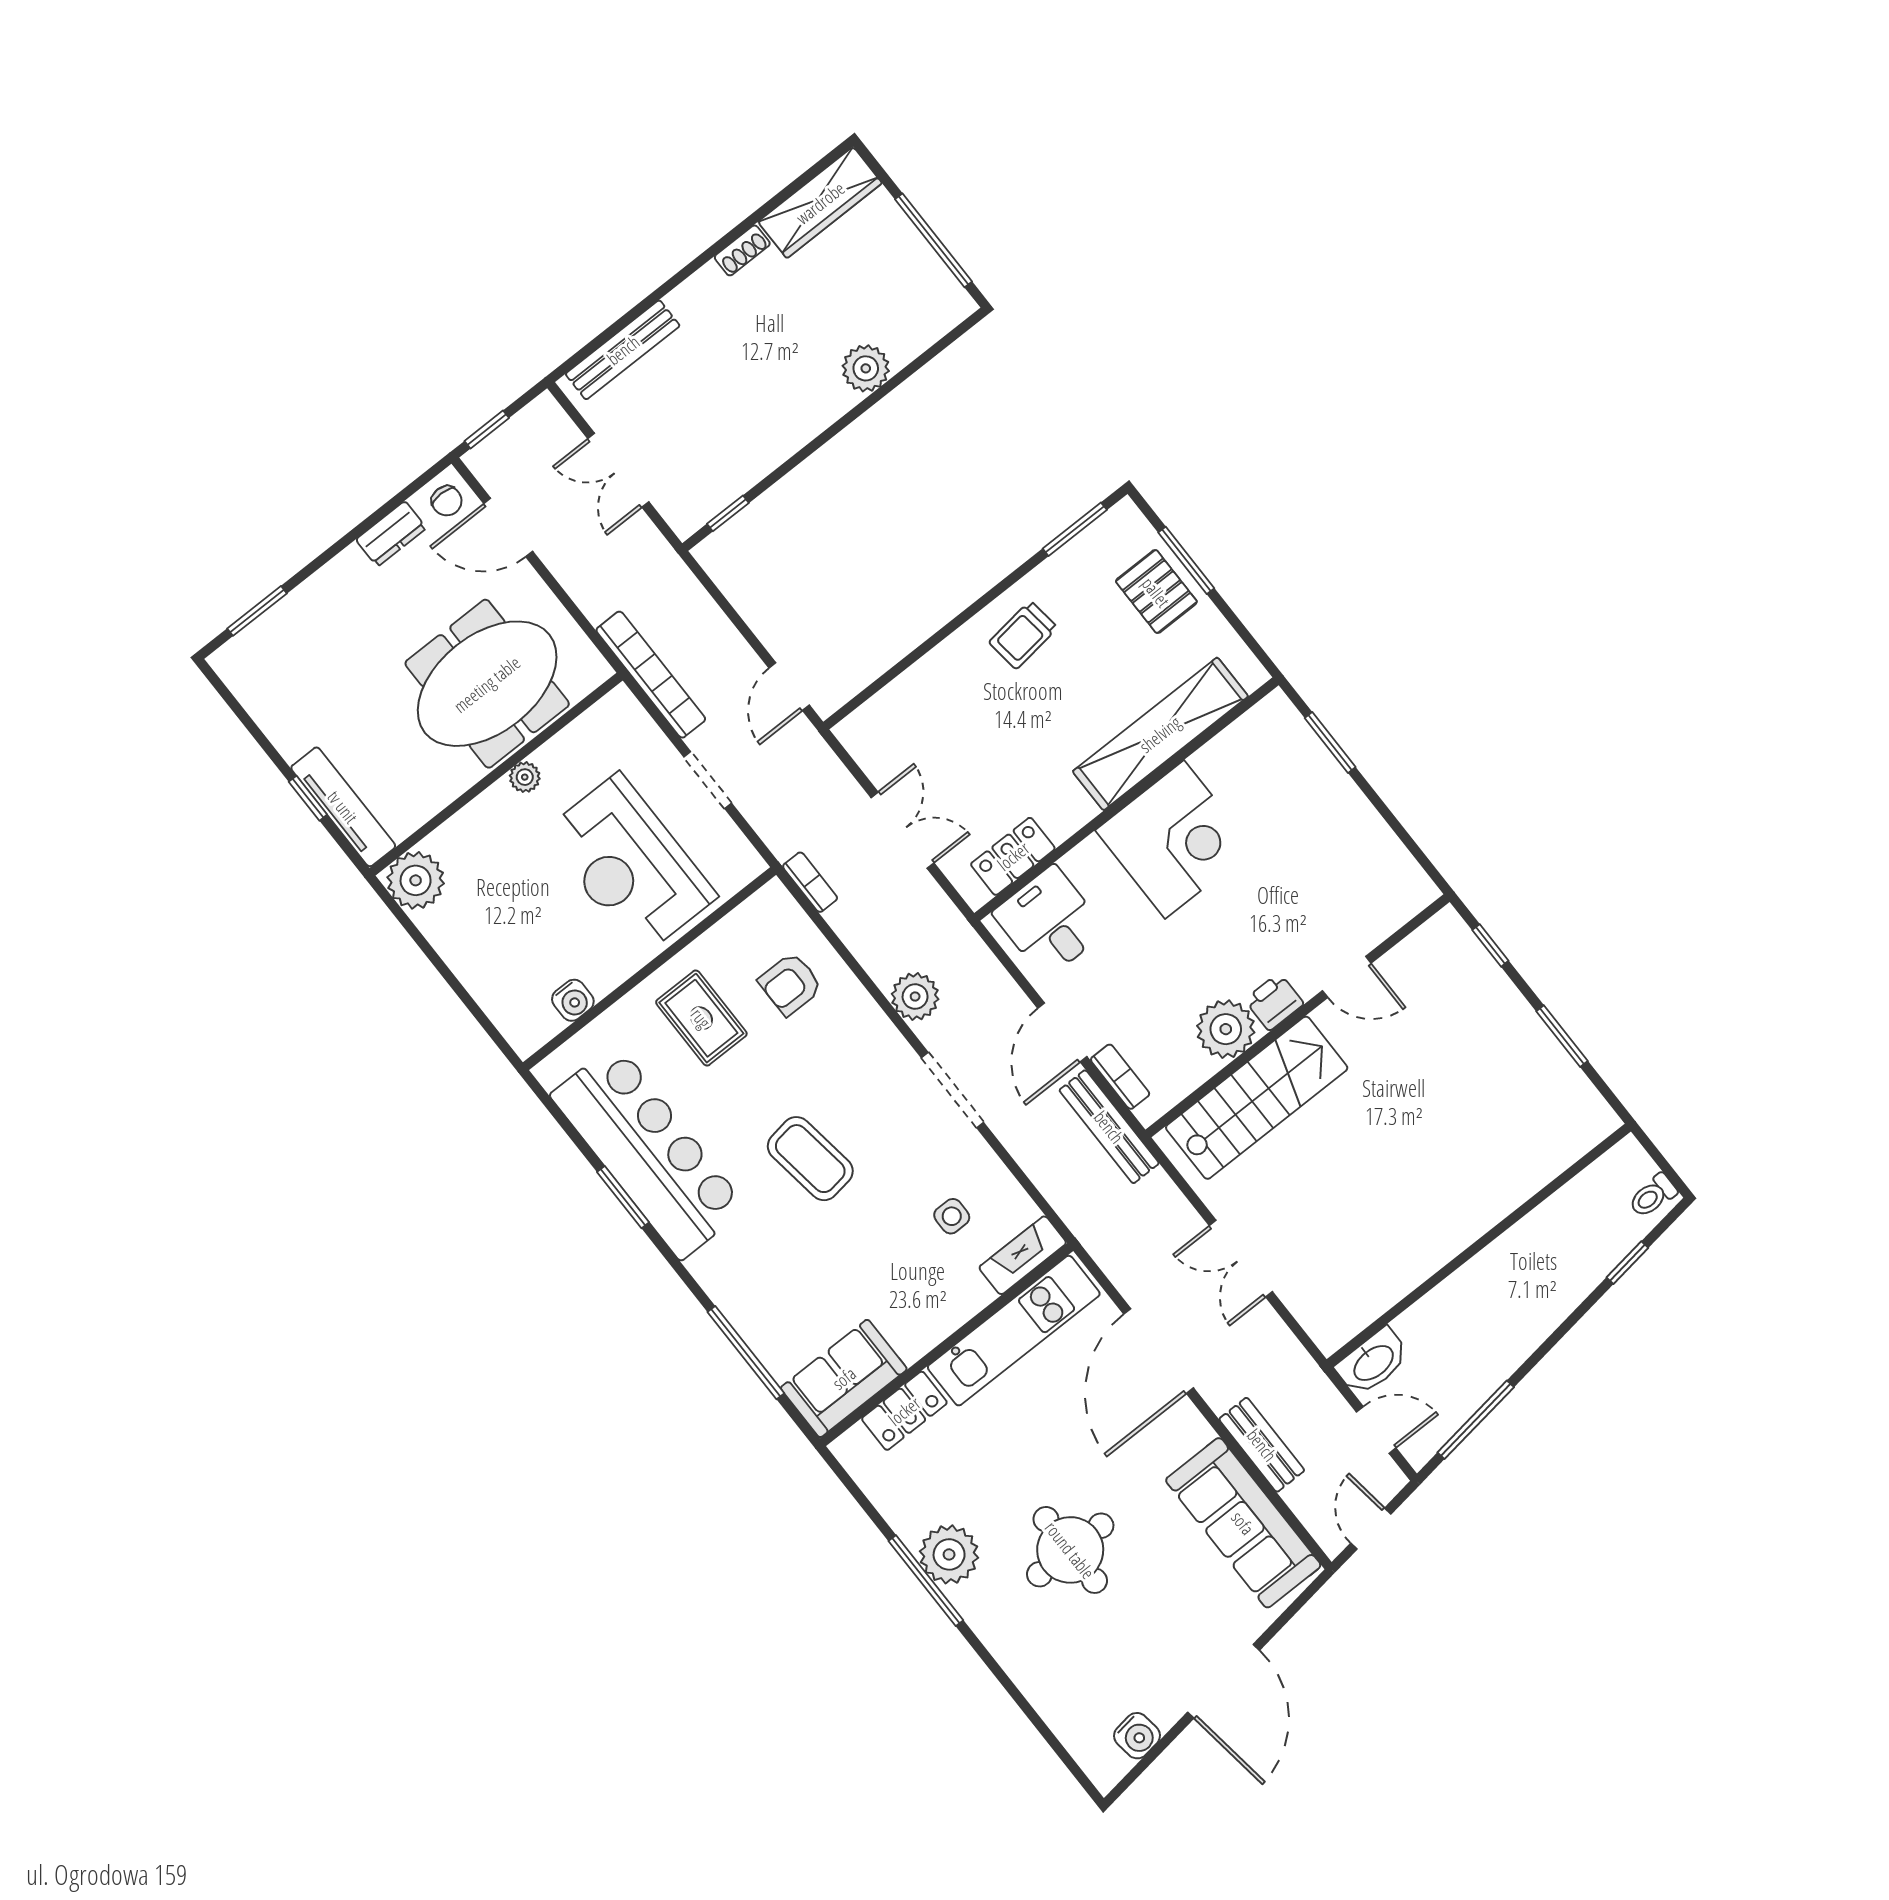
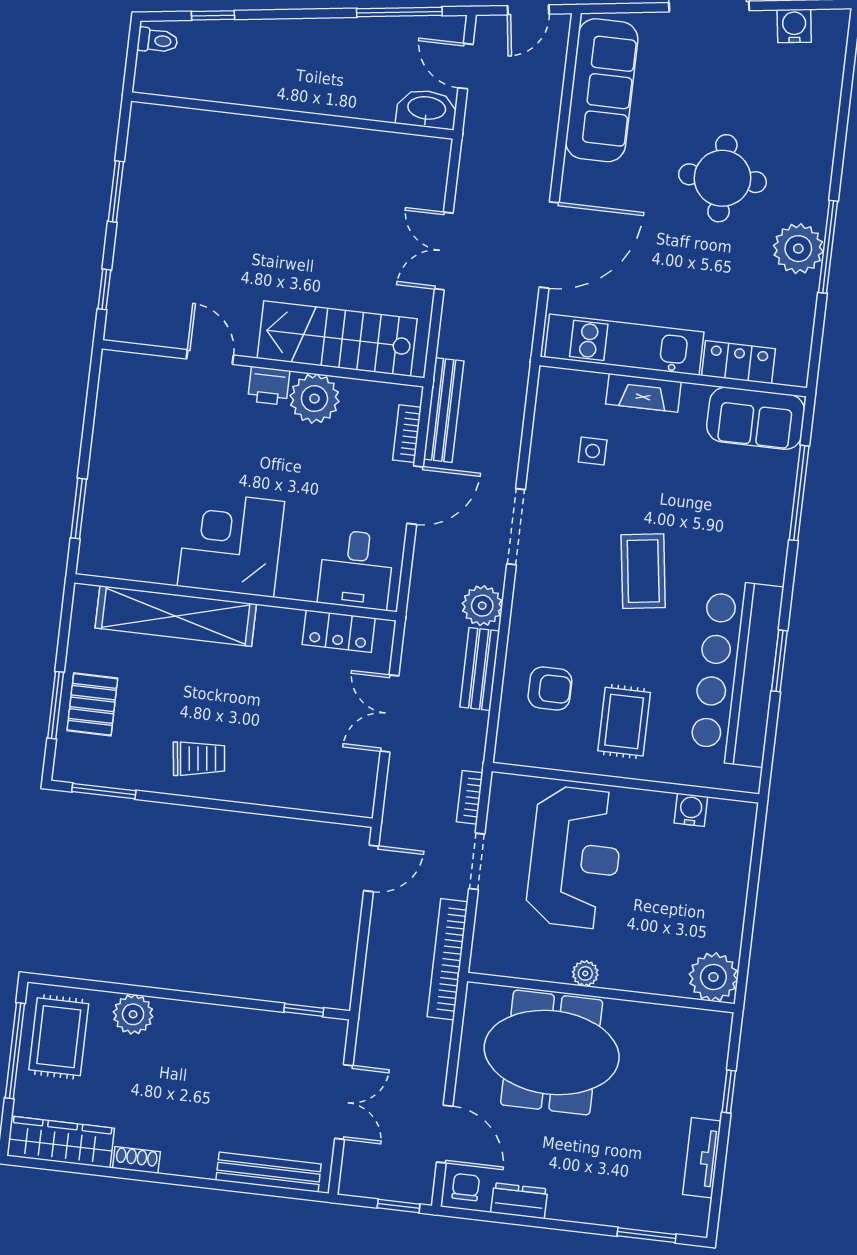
rug: (909, 288) -> (59, 1037), added
tv unit: (343, 807) -> (702, 1158), moved, width x0.71
bookcase: (810, 882) -> (470, 797), moved
fireplace: (1023, 1255) -> (643, 393), moved
double door: (1241, 1259) -> (444, 251), swing flipped
bench: (1262, 1445) -> (480, 669), moved

